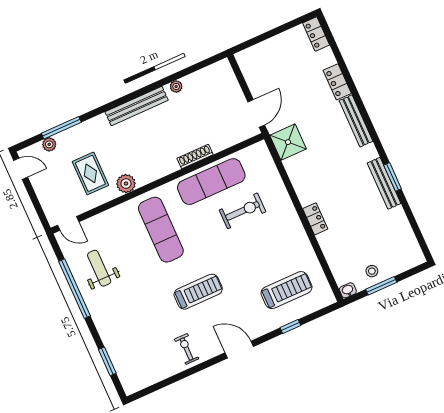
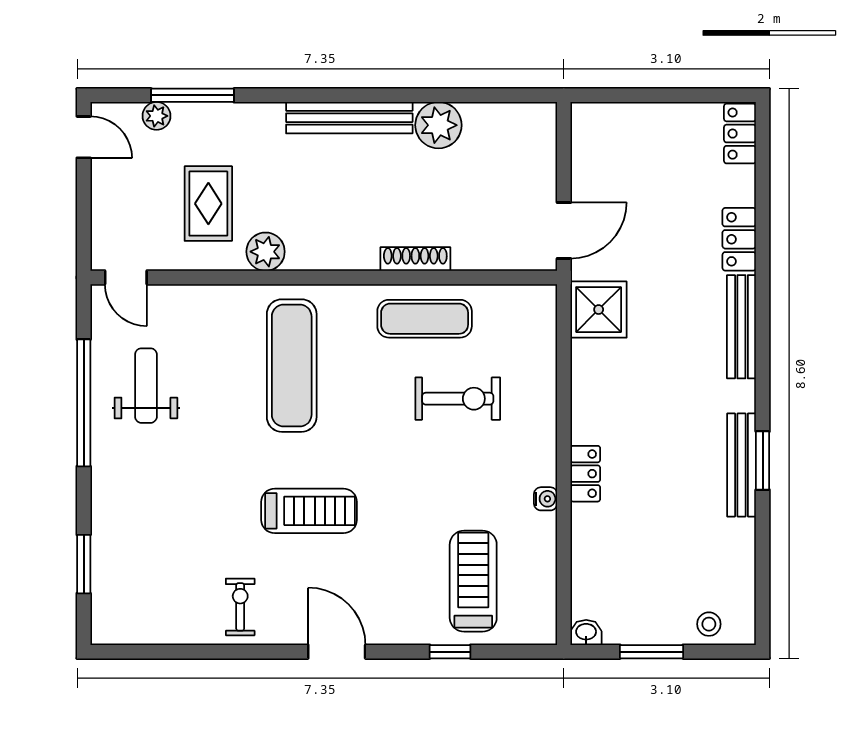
plant: (176, 86) -> (438, 125), width x1.88, depth x1.88
exercise mat: (211, 182) -> (425, 319), width x0.73, depth x0.69
water cooler: (302, 238) -> (546, 499), added
stool: (372, 271) -> (709, 624), moved
treadmill: (287, 290) -> (473, 581), turned -90

